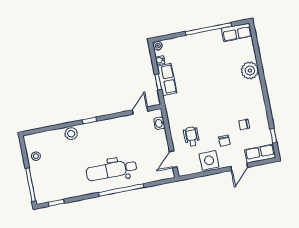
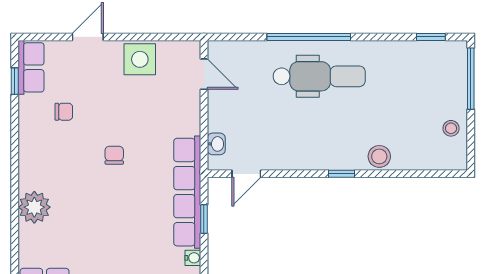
row of seats: (167, 79) -> (187, 192), width x2.02
wheelchair: (192, 137) -> (163, 108), removed
chair: (224, 141) -> (114, 155), moved
row of seats: (260, 154) -> (31, 67), moved, turned -90
door: (173, 159) -> (204, 74), hinge flipped

